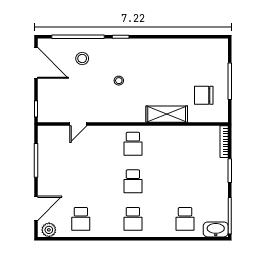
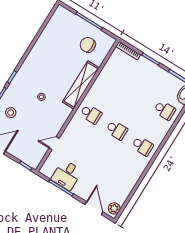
chair: (204, 95) -> (88, 45), turned 90
shelving: (167, 114) -> (81, 85), width x1.47
door: (78, 124) -> (54, 143), swing flipped
desk: (53, 158) -> (67, 175), added
school desk: (81, 219) -> (120, 182), removed

